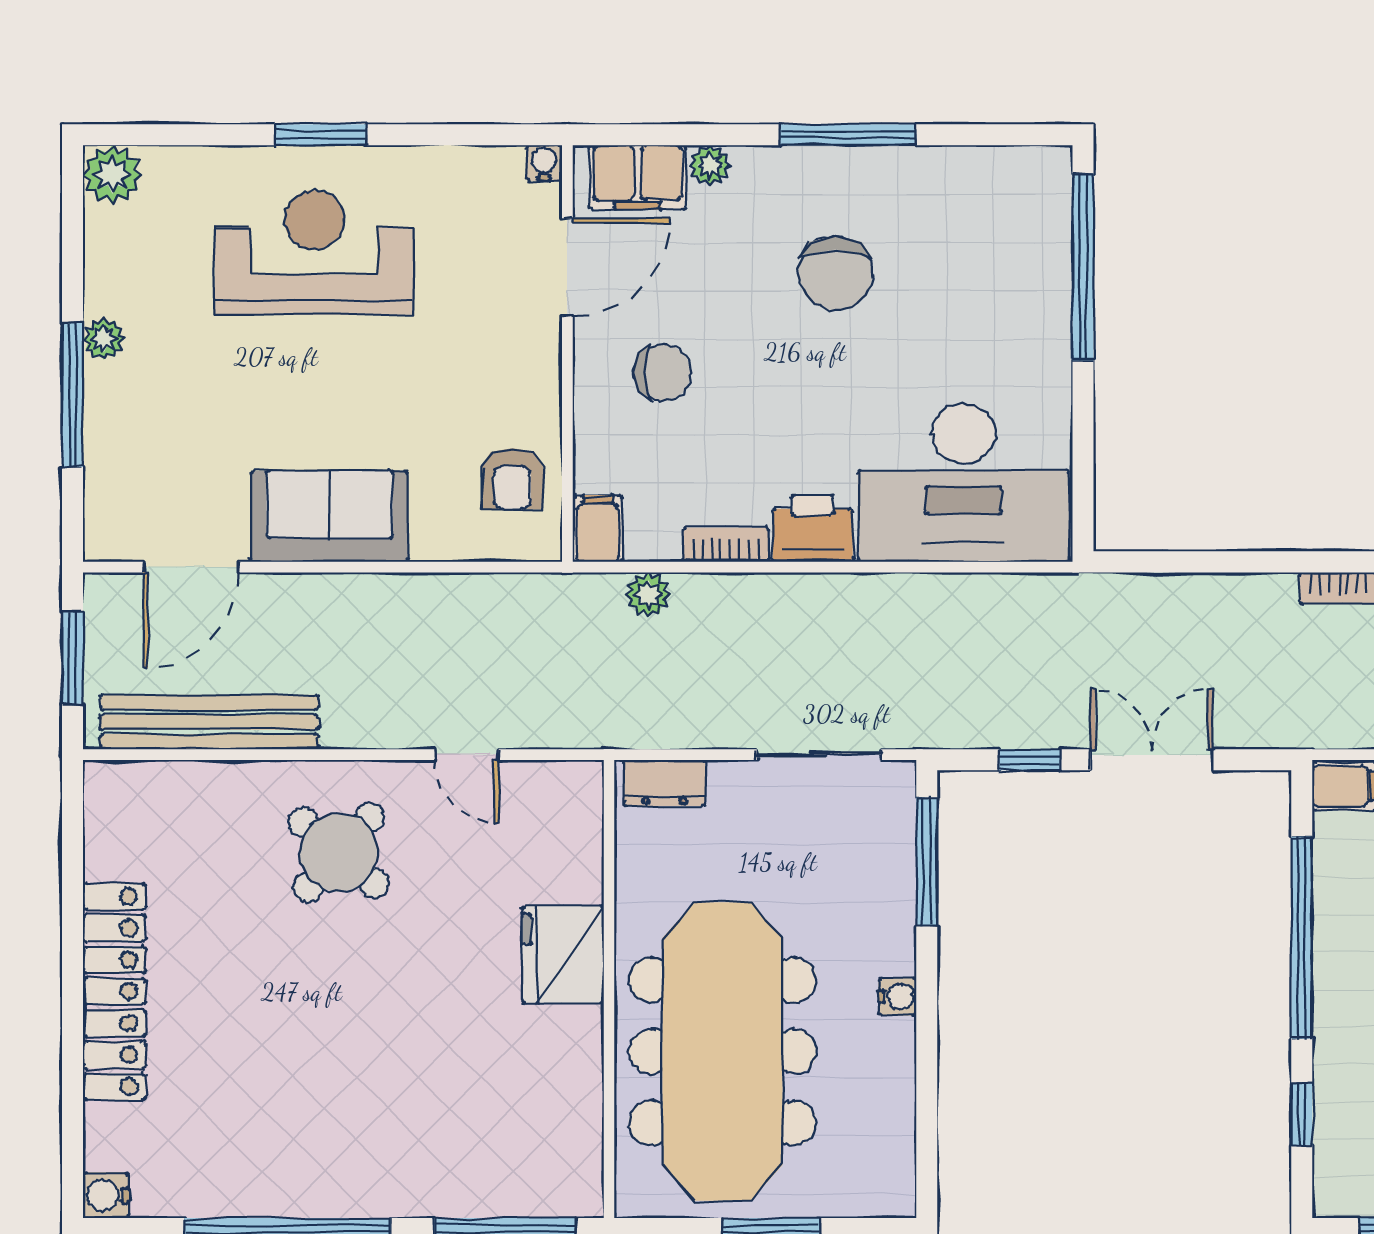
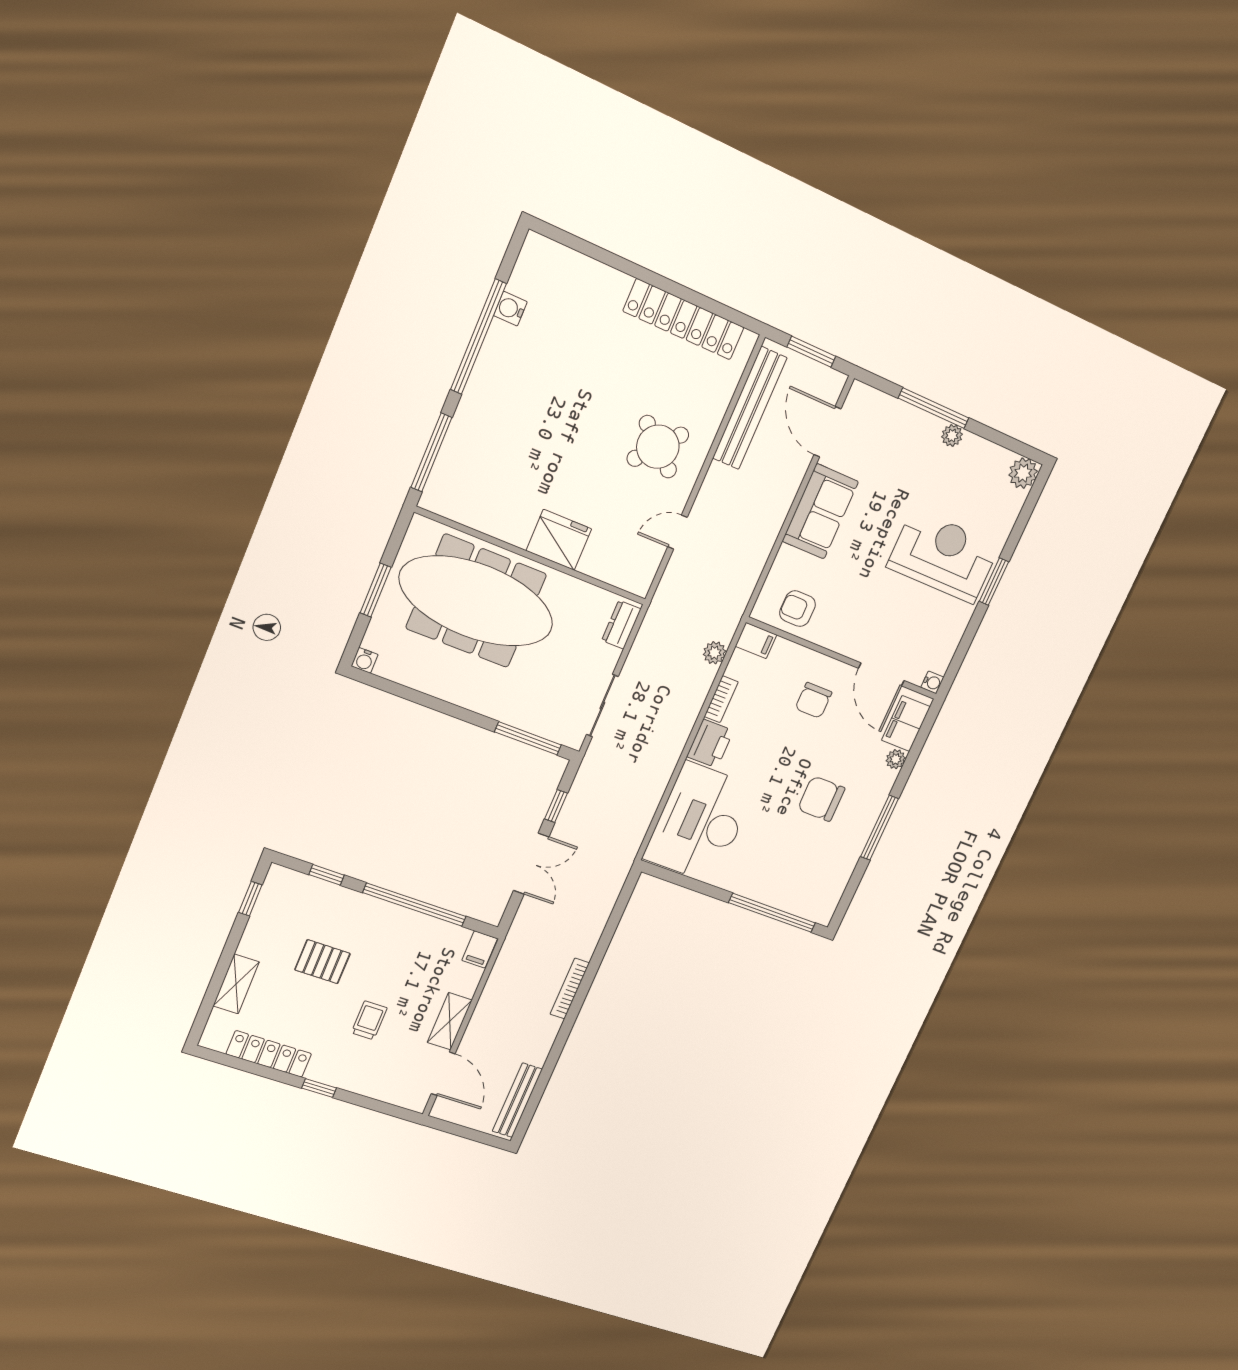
reception desk: (314, 252) -> (943, 556), turned -90
locker: (114, 991) -> (684, 319), moved
water cooler: (897, 997) -> (365, 660), moved
water cooler: (106, 1195) -> (510, 309), moved, turned -90

